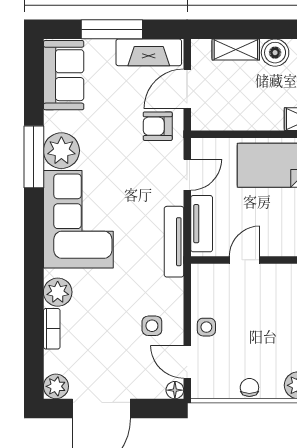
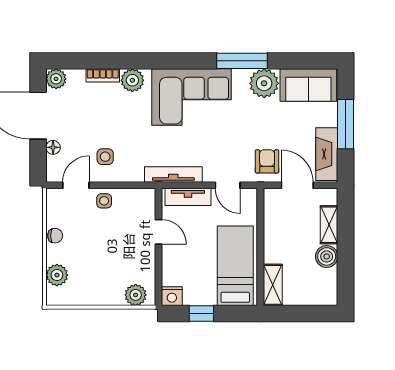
plant: (61, 151) -> (264, 83), moved
floor lamp: (175, 390) -> (53, 147), moved

